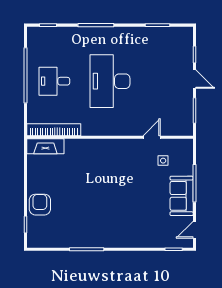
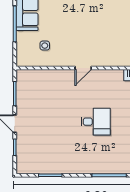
desk: (110, 81) -> (96, 122), width x0.53, depth x0.77
door: (152, 137) -> (83, 68), moved

